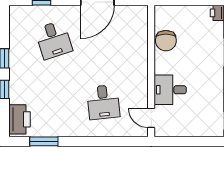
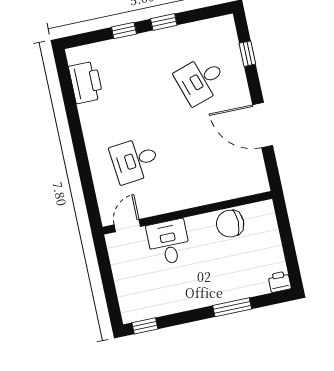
printer: (19, 119) -> (86, 82), moved, turned -90
window: (44, 141) -> (68, 95), removed

